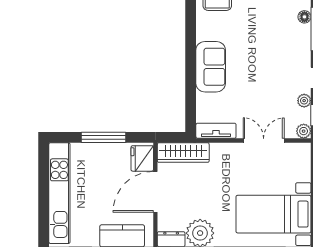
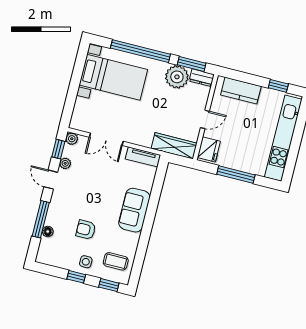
armchair: (261, 30) -> (86, 230), added
door: (155, 192) -> (205, 119), width x0.53

